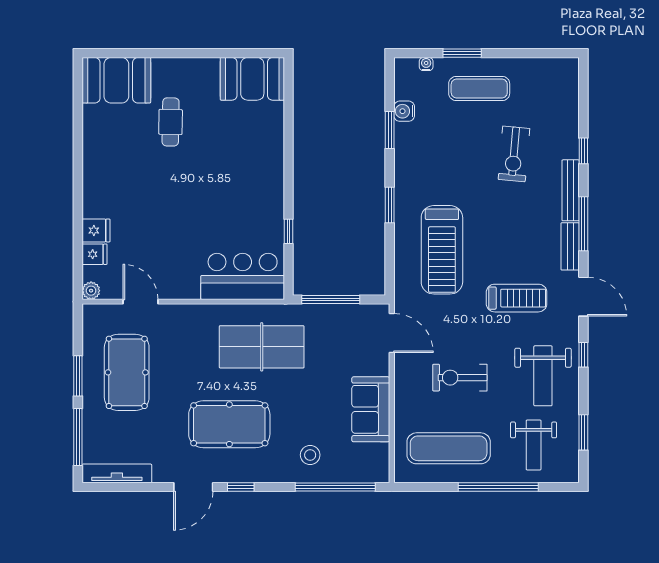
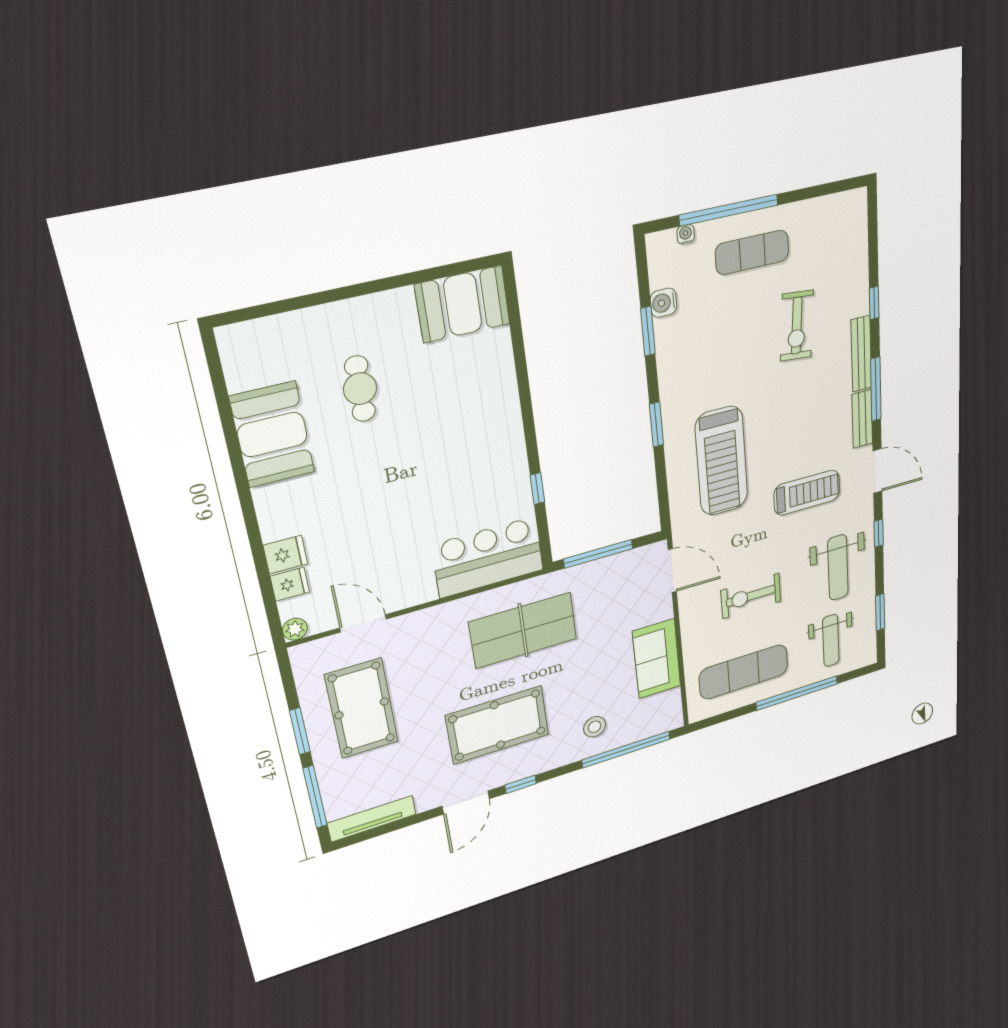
window: (462, 53) -> (729, 210), width x2.11
booth: (116, 80) -> (272, 435), moved, turned 90

